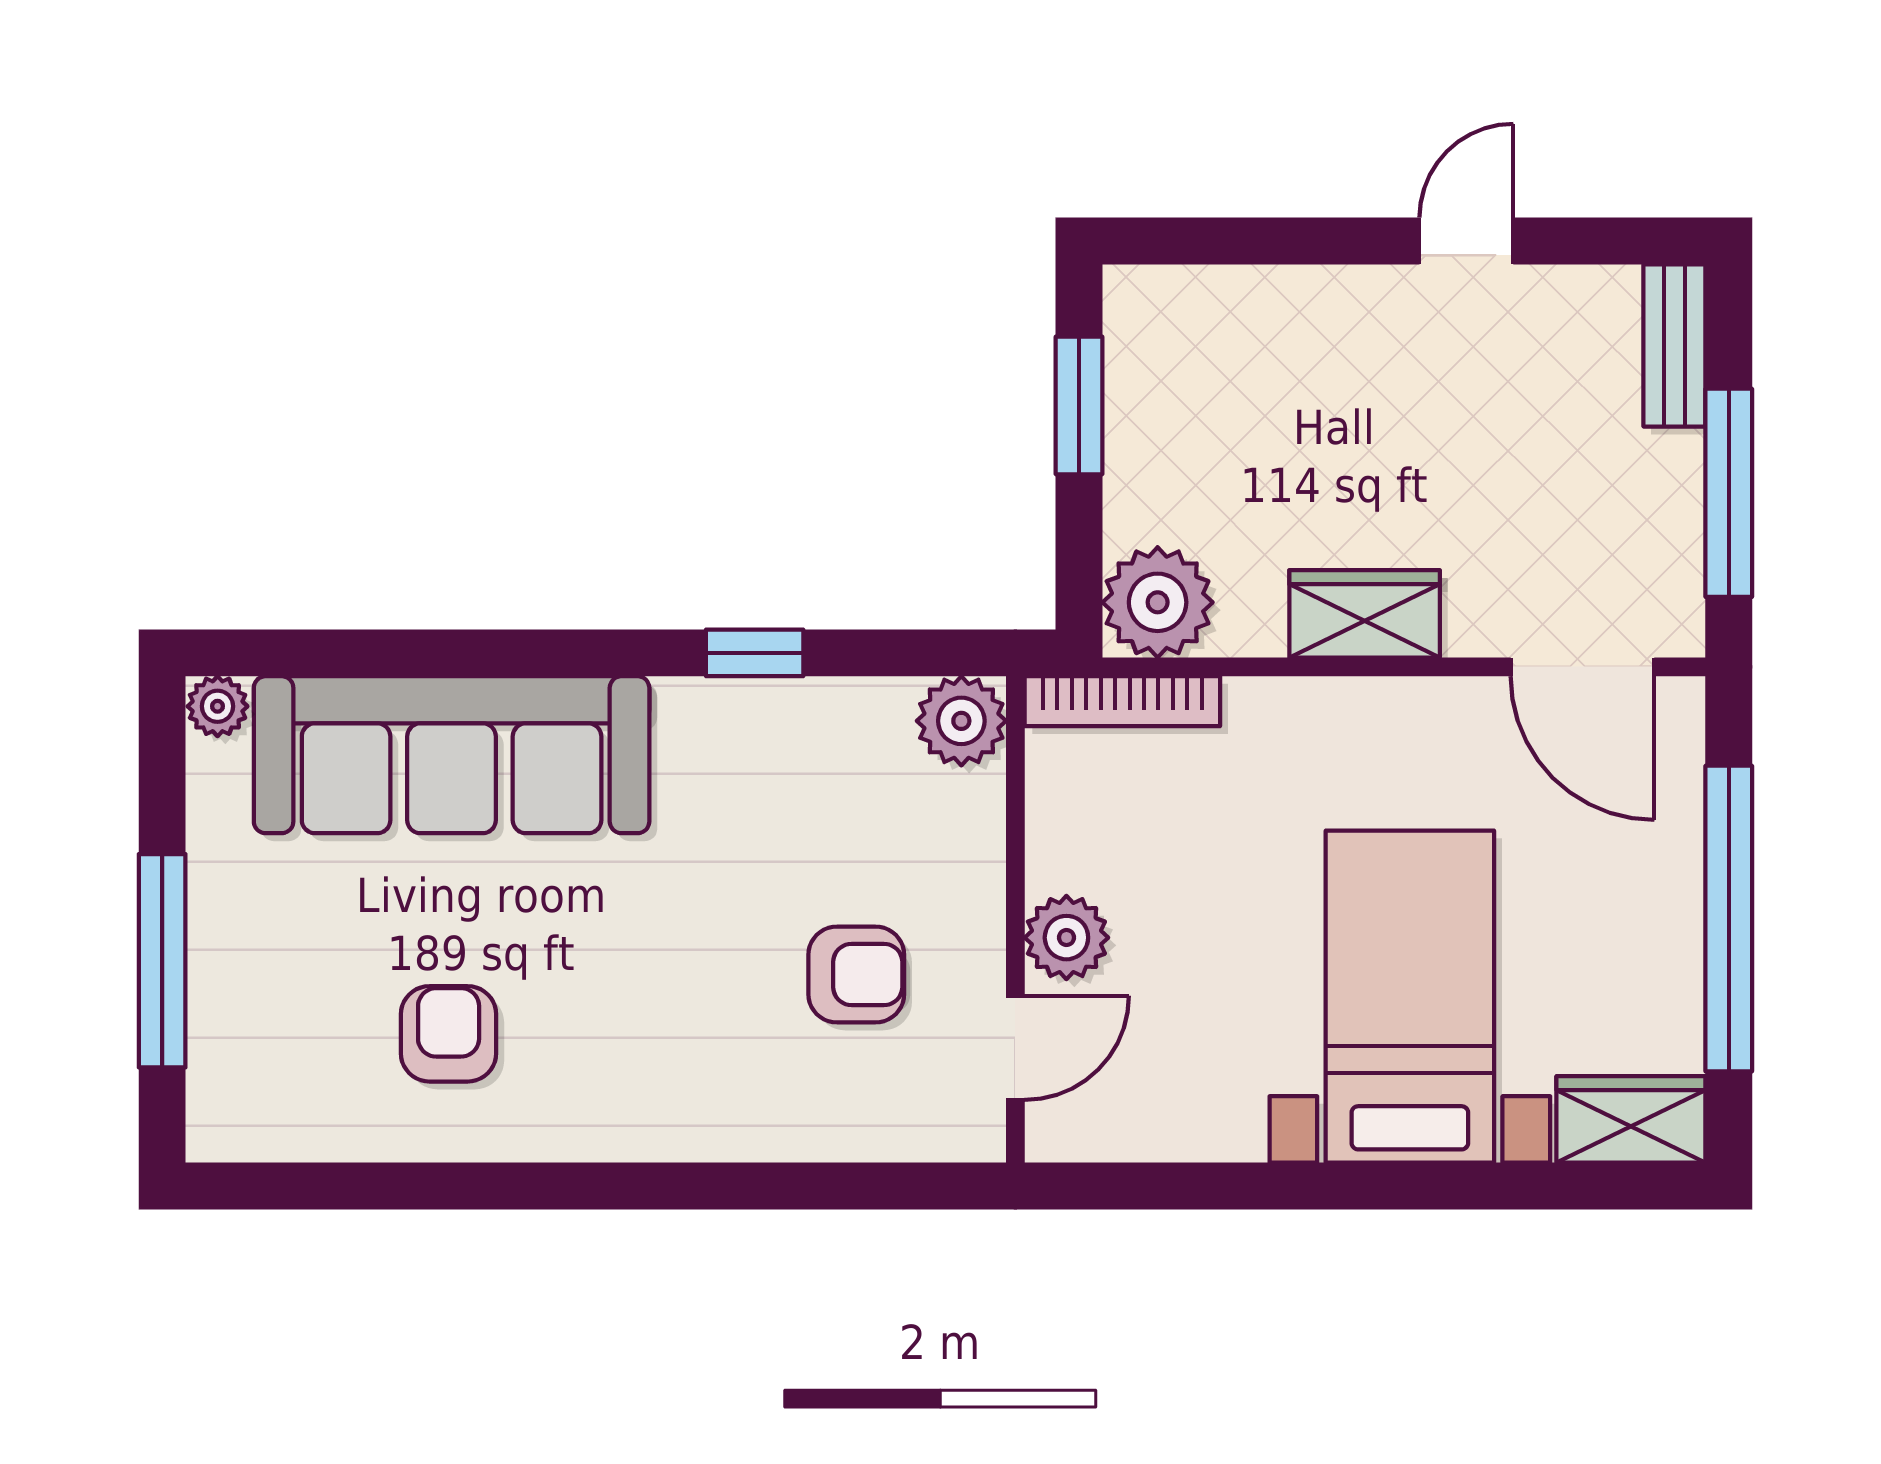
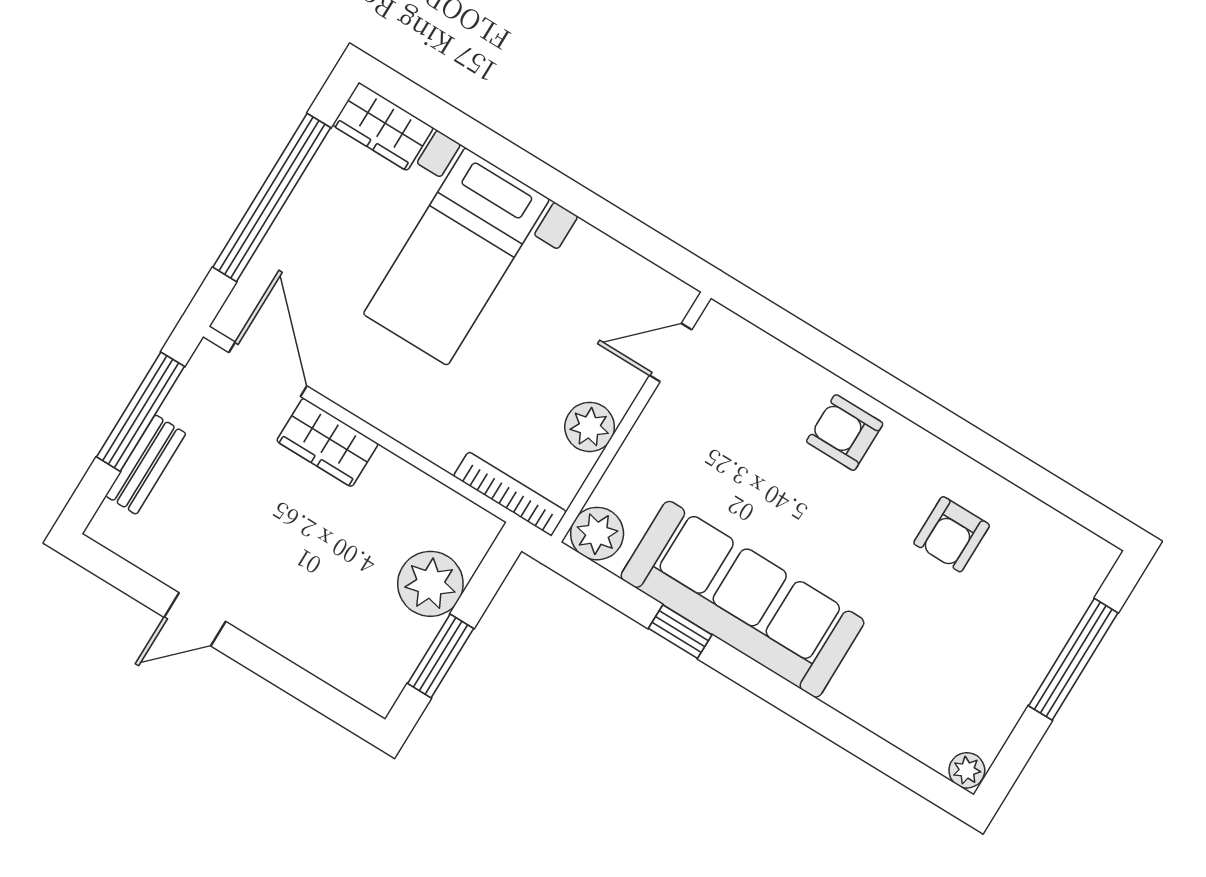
bench: (1674, 345) -> (146, 465), moved
plant: (1158, 602) -> (430, 584), moved
wardrobe: (1365, 614) -> (327, 442), moved
sofa: (452, 755) -> (742, 599), moved
plant: (1066, 938) -> (590, 427), moved
armchair: (856, 975) -> (845, 433), moved

